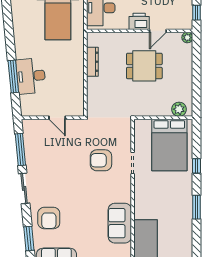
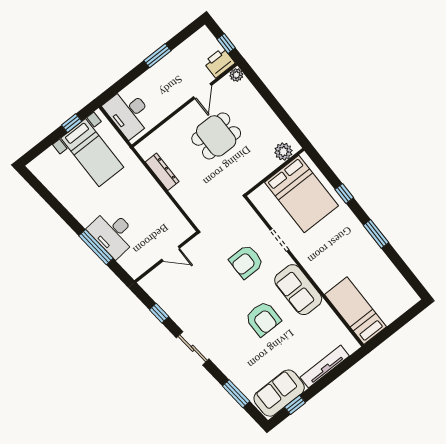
printer: (139, 21) -> (219, 63), moved
window: (20, 149) -> (159, 313), width x0.46
armchair: (49, 218) -> (263, 319), moved
sofa: (120, 223) -> (298, 290), moved

